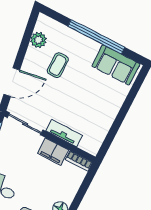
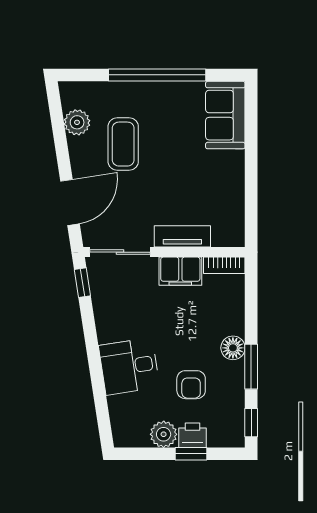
coffee table: (58, 65) -> (123, 144), width x1.36, depth x1.30
sofa: (116, 65) -> (225, 115), moved, turned 90

